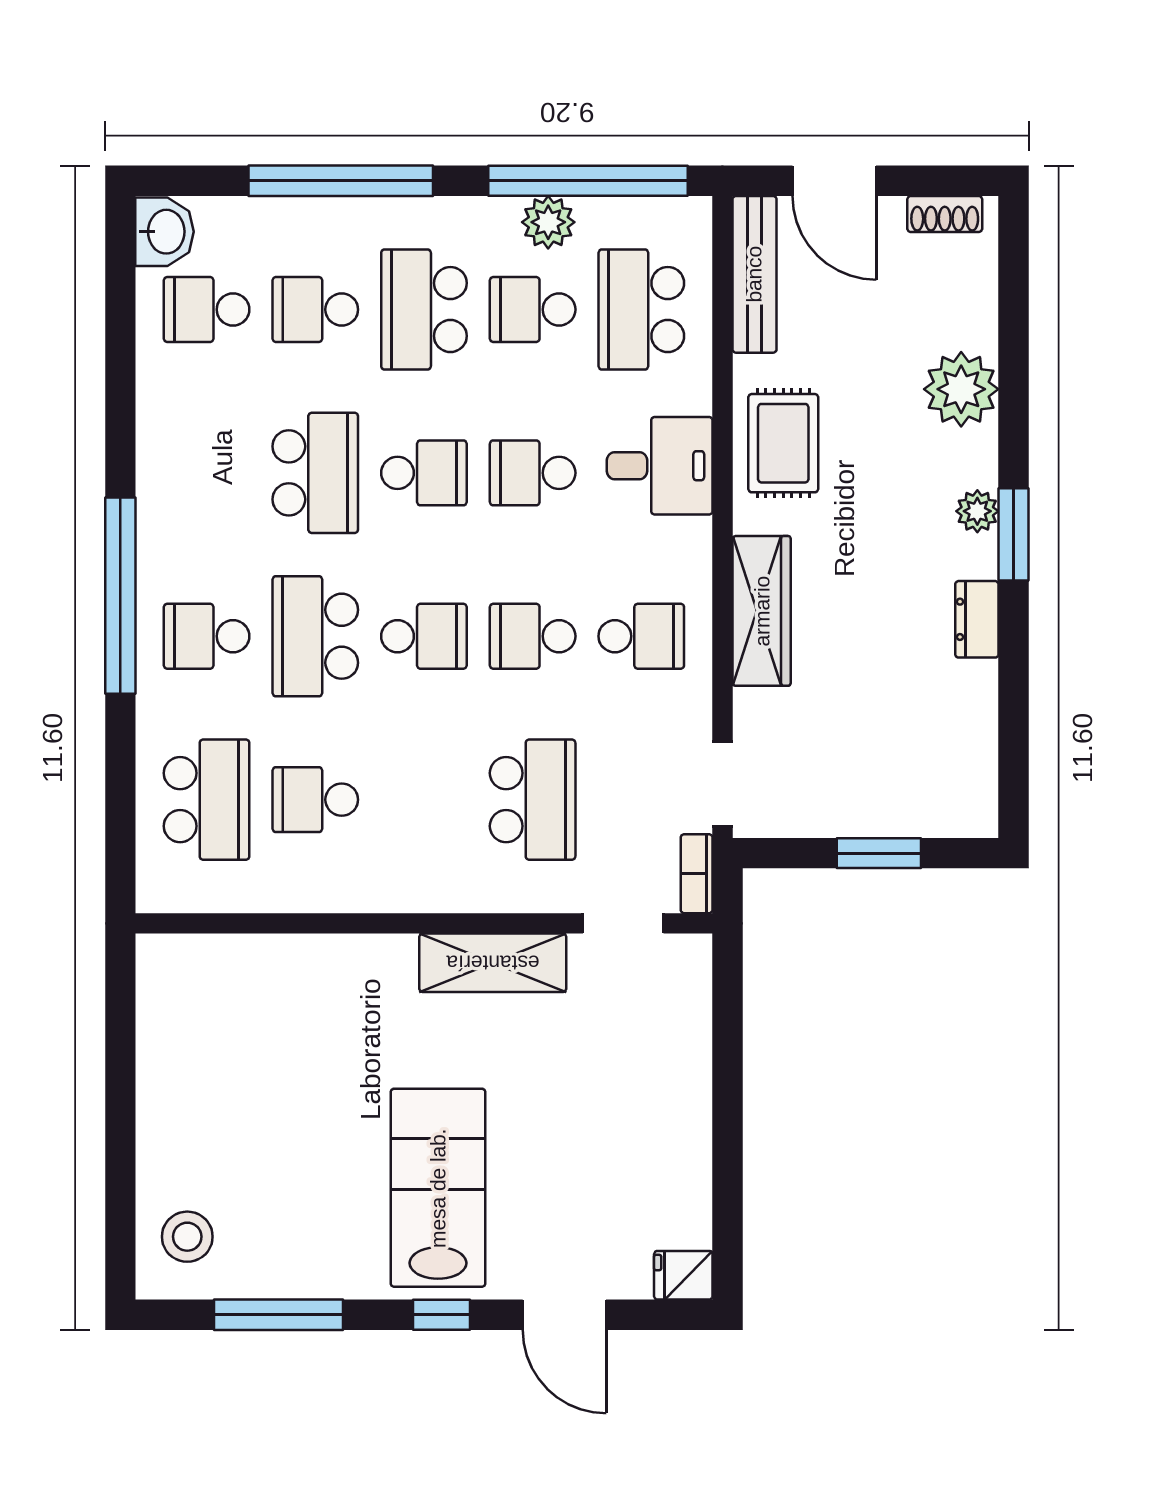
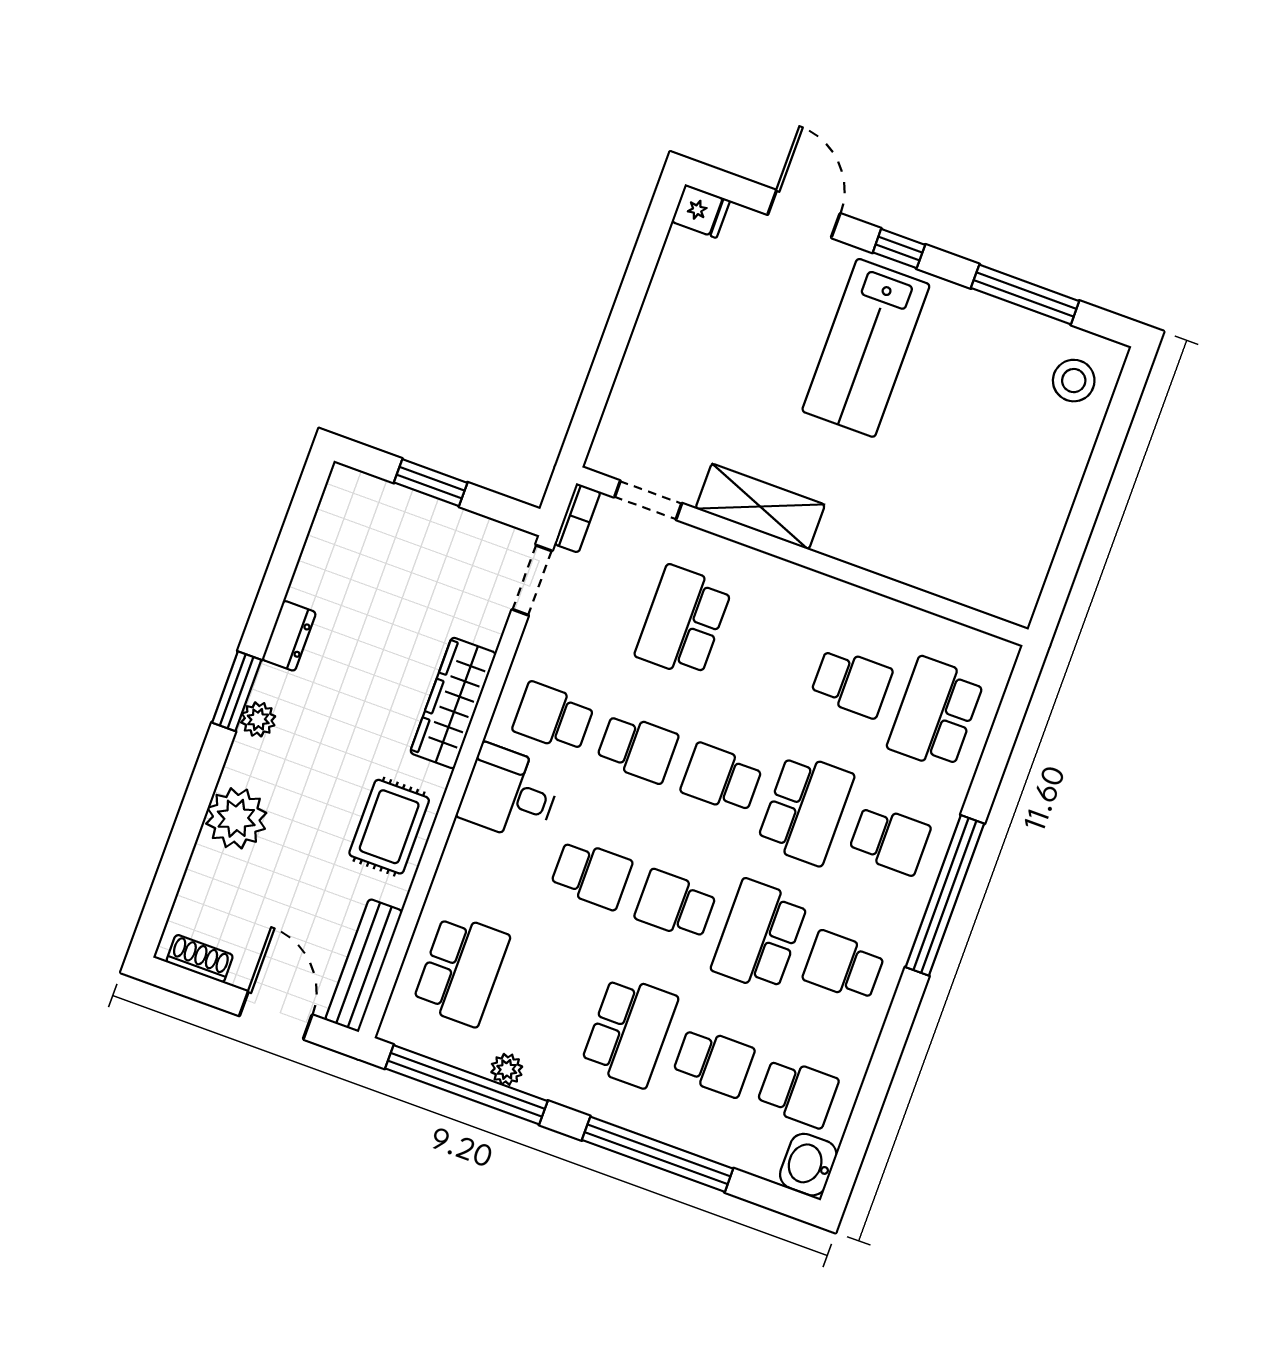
plant: (548, 222) -> (507, 1069), width x0.73, depth x0.73
school desk: (533, 310) -> (844, 966), moved, turned 180
desk: (660, 466) -> (510, 793), moved

